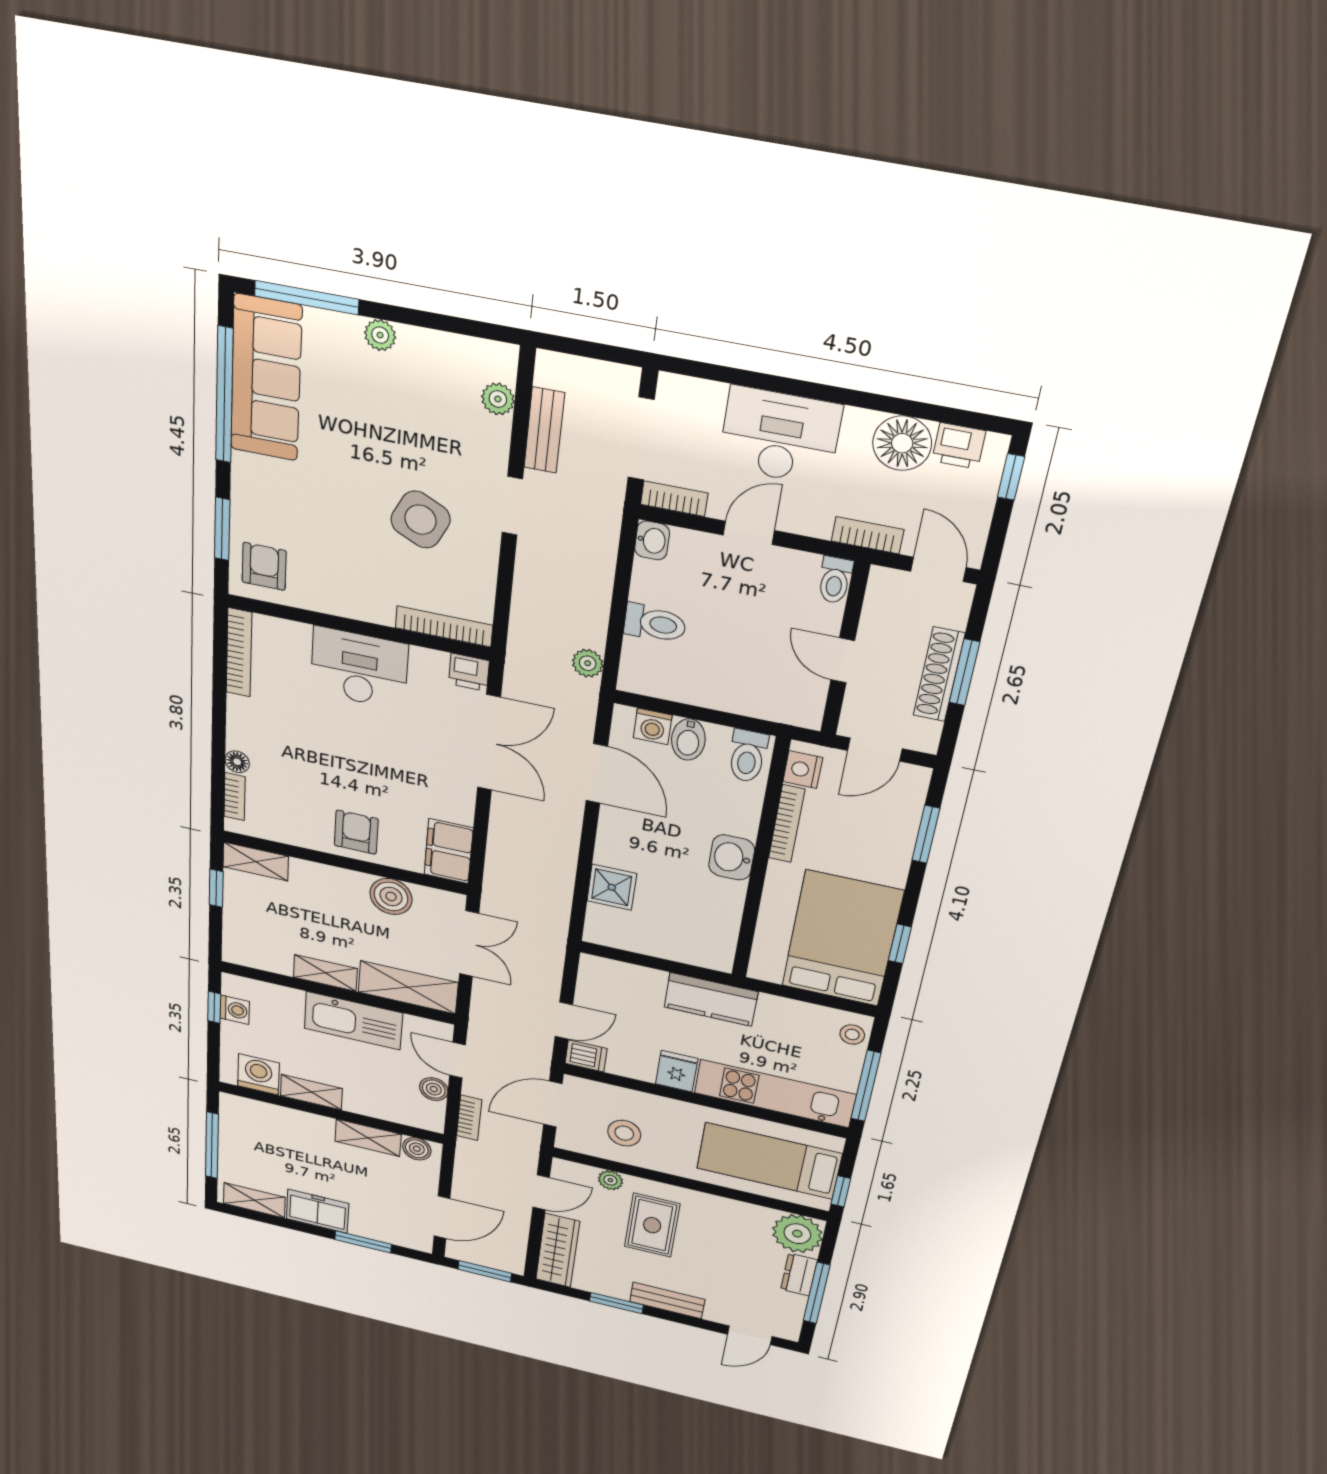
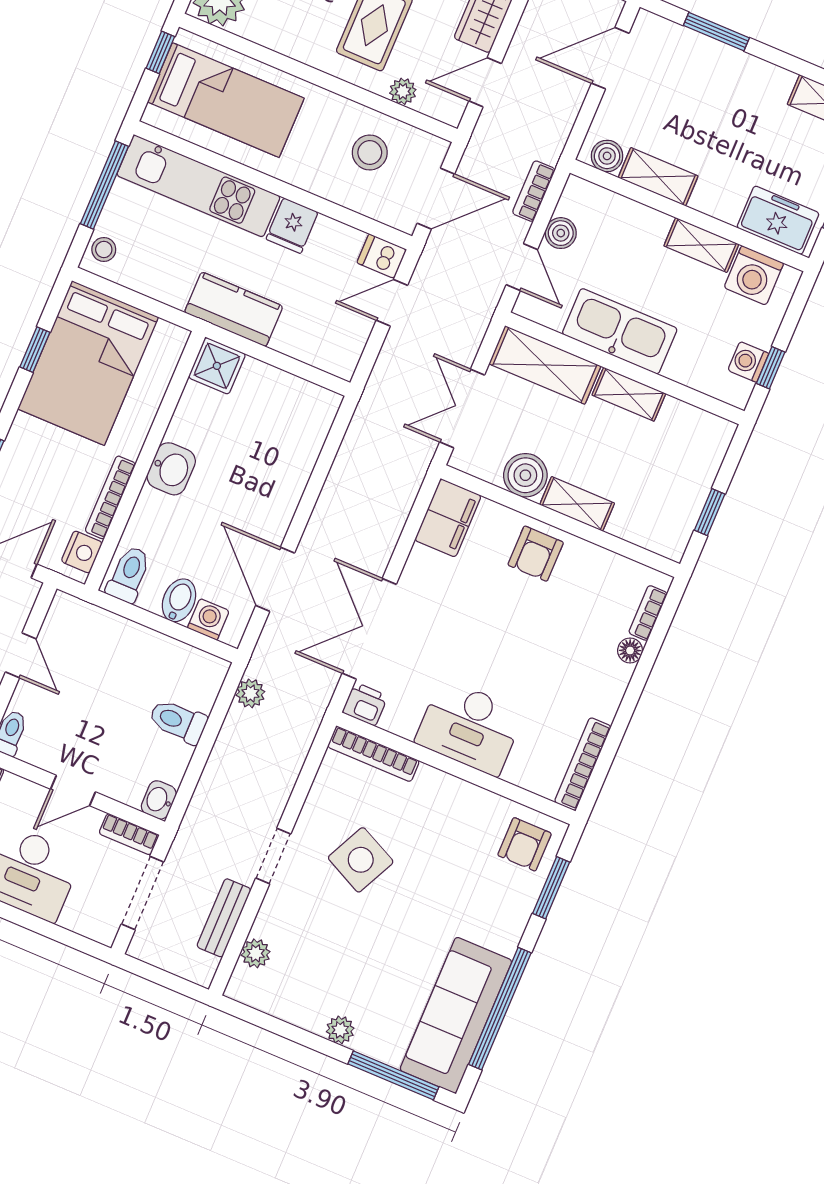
shelving: (256, 862) -> (577, 504), moved
shower: (612, 887) -> (217, 366), moved
freezer: (318, 1211) -> (778, 220), moved, turned 180

